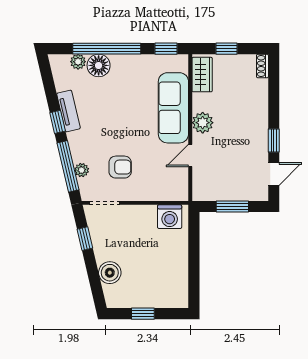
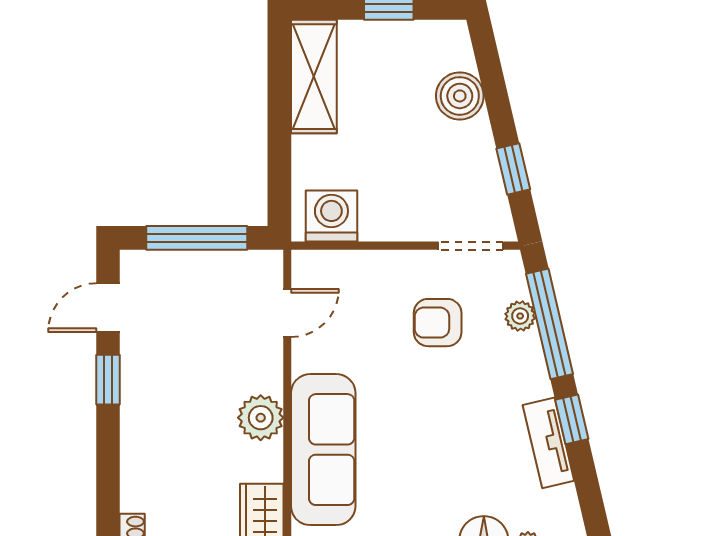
door: (190, 156) -> (287, 313), moved
window: (232, 207) -> (197, 238), width x1.44
shelving: (178, 282) -> (314, 77), added

